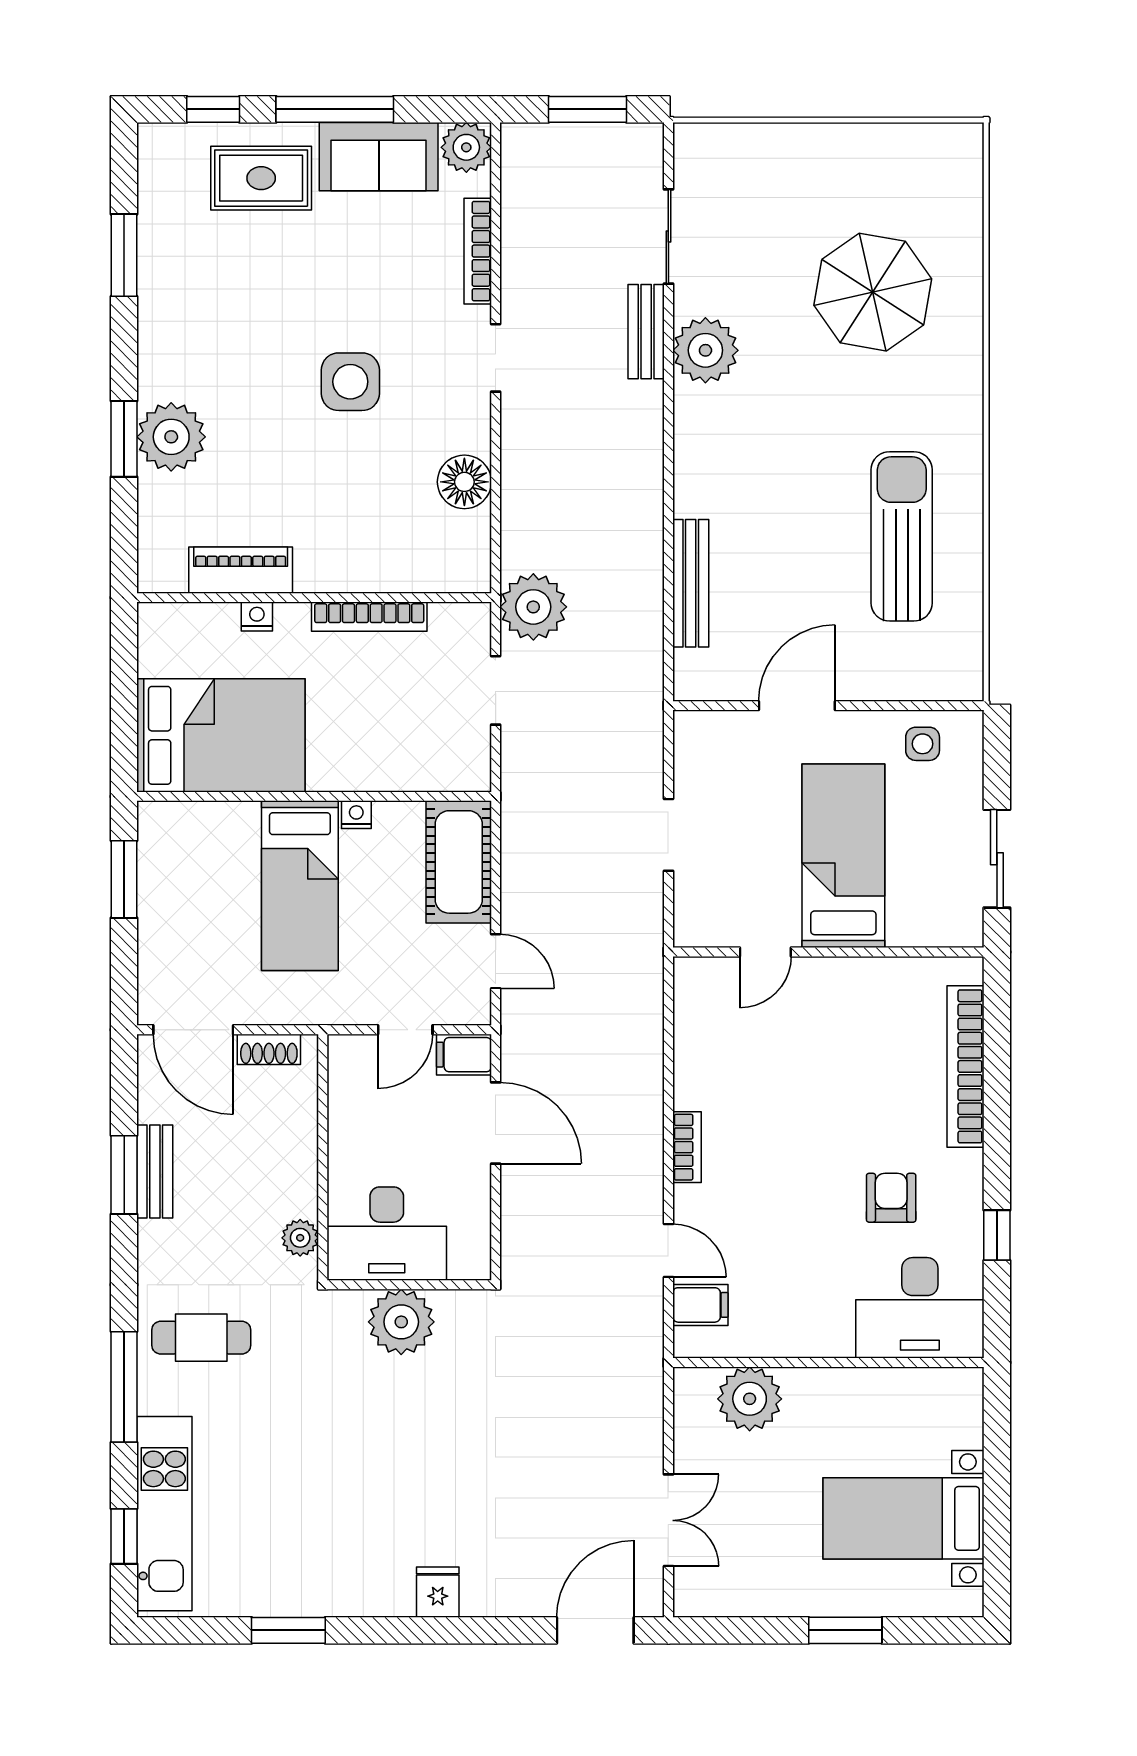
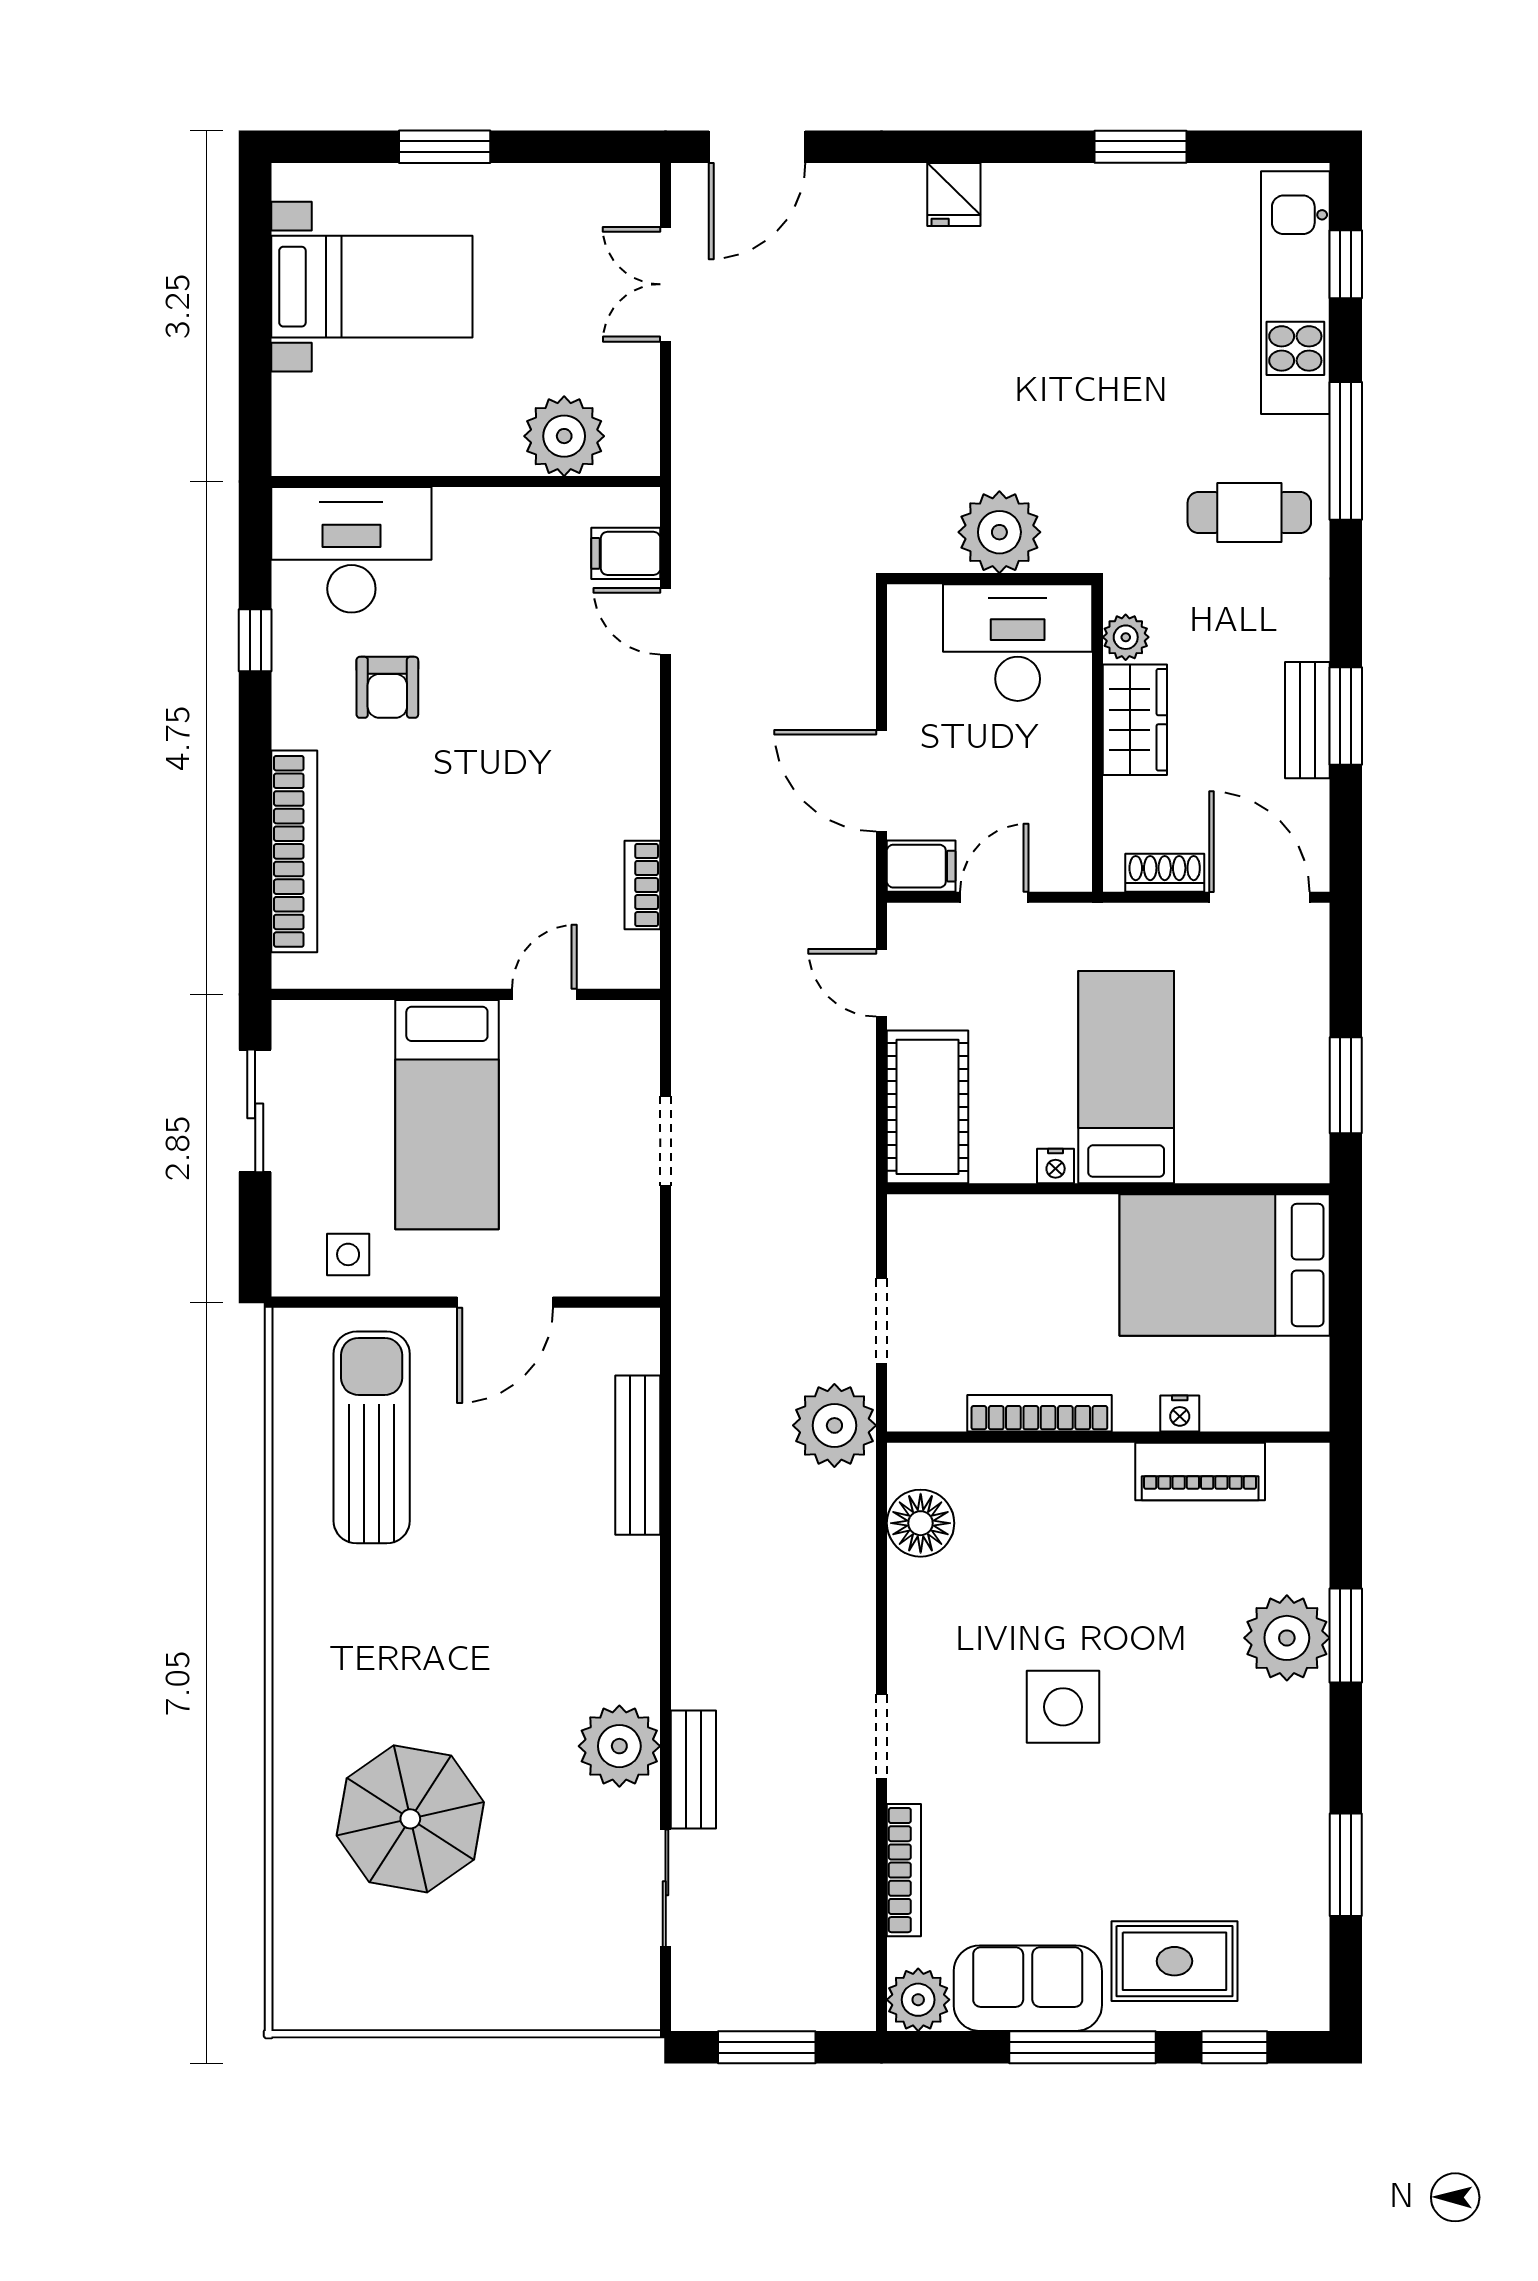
floor lamp: (464, 482) -> (921, 1523), moved
sun lounger: (902, 536) -> (372, 1437), moved, turned 180
bookcase: (687, 1147) -> (642, 885), moved
wardrobe: (293, 1172) -> (1135, 720), added

